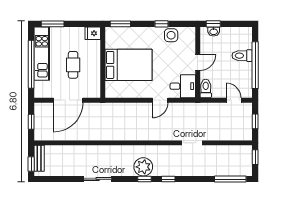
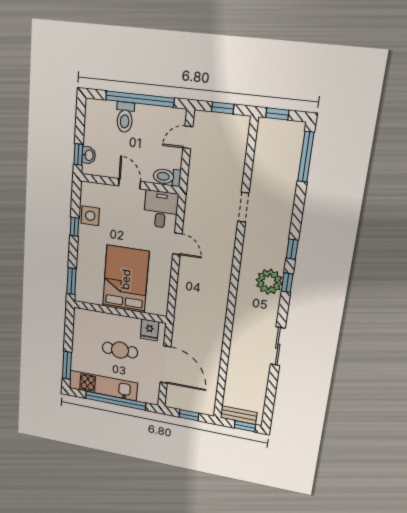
fridge: (93, 33) -> (150, 330), moved

